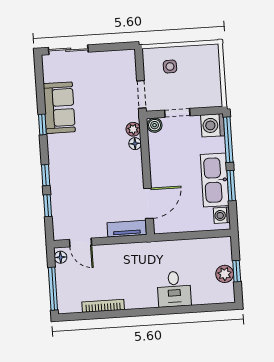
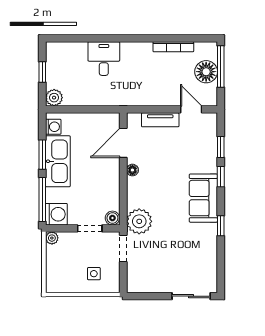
plant: (216, 100) -> (52, 238), added
sofa: (59, 108) -> (203, 198), moved
plant: (133, 129) -> (139, 221), width x1.87, depth x1.87
floor lamp: (135, 144) -> (132, 170), moved
tv unit: (127, 229) -> (160, 120), moved
floor lamp: (61, 257) -> (206, 72), moved, width x1.89, depth x1.89
plant: (225, 274) -> (54, 98), moved

